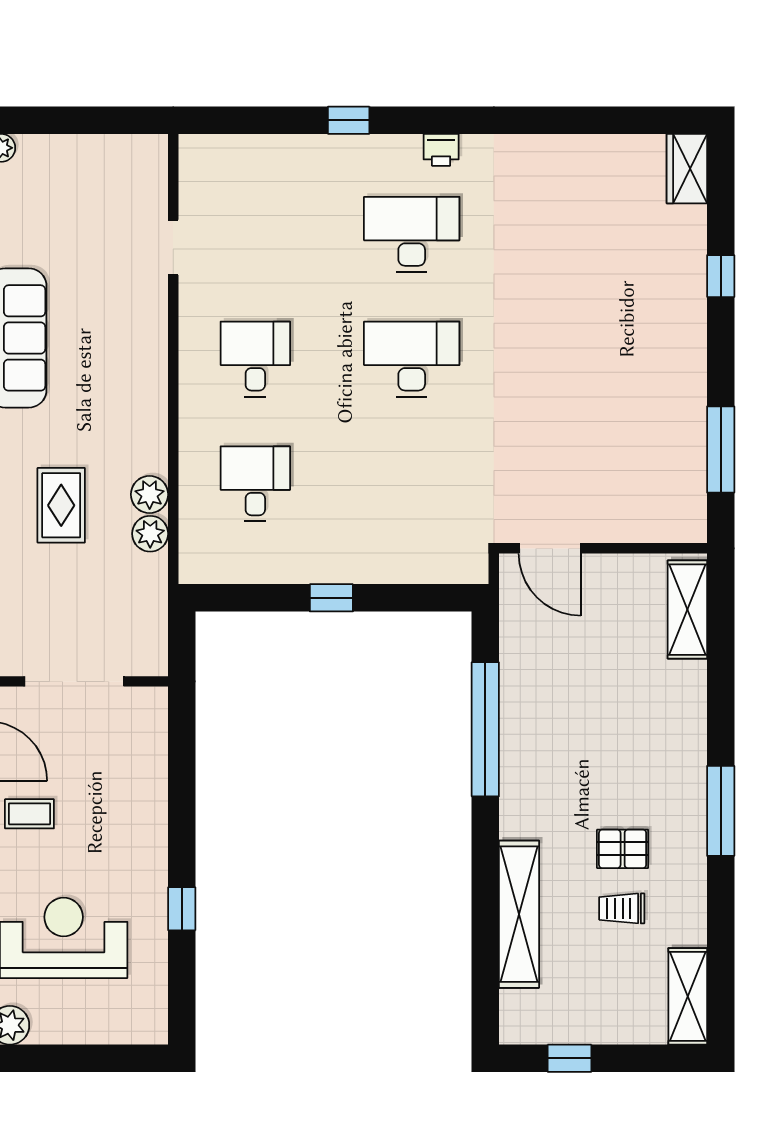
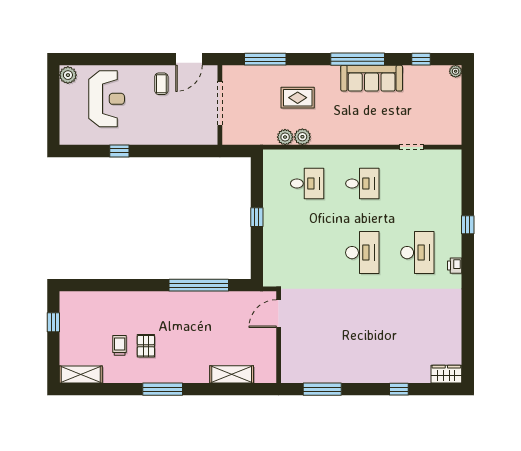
shelving: (687, 610) -> (232, 374), moved
shelving: (519, 914) -> (117, 300), removed

